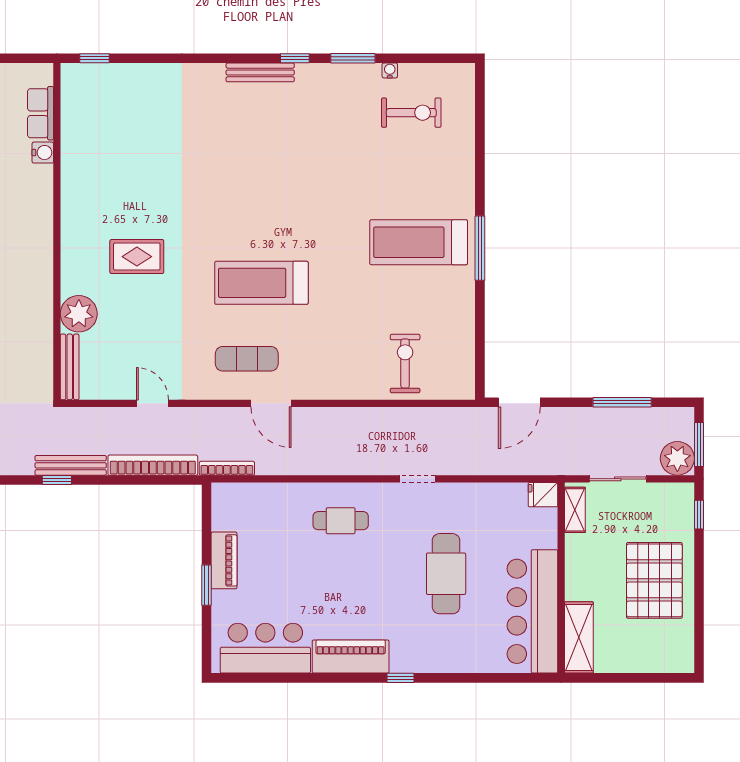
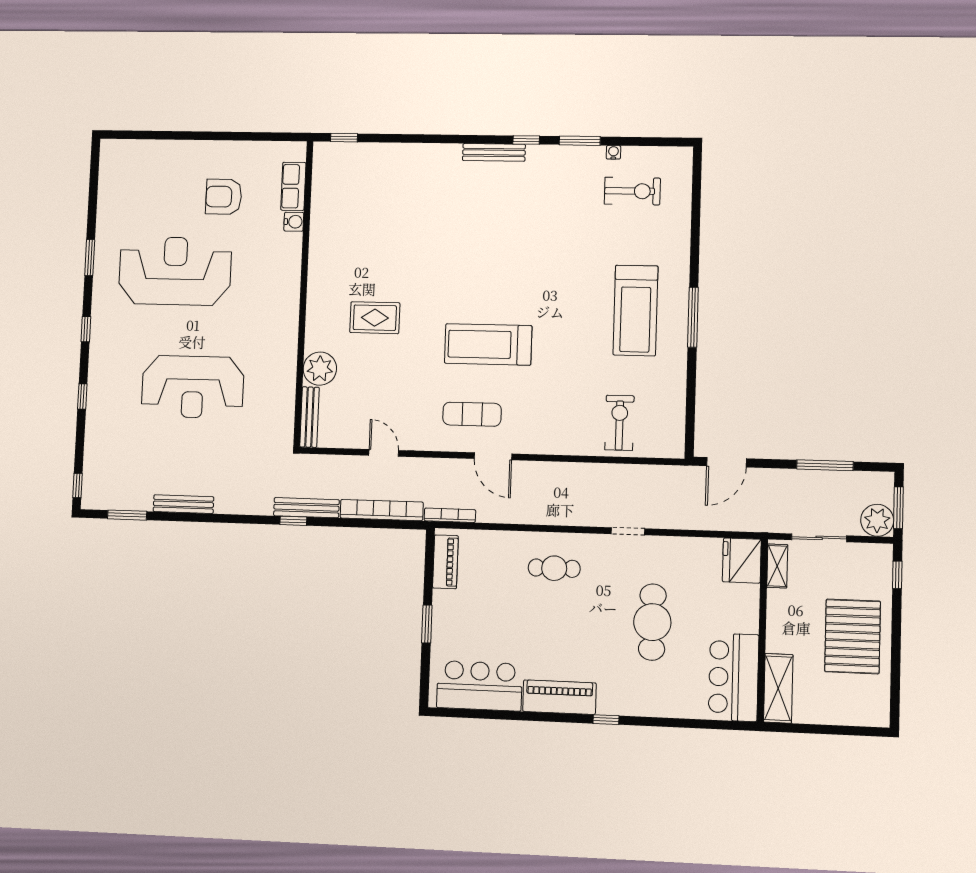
treadmill: (419, 242) -> (636, 310), turned -90
fridge: (543, 495) -> (742, 561), width x1.88, depth x1.34
piano: (224, 560) -> (445, 562), moved
bar counter: (532, 611) -> (734, 677), width x0.73

